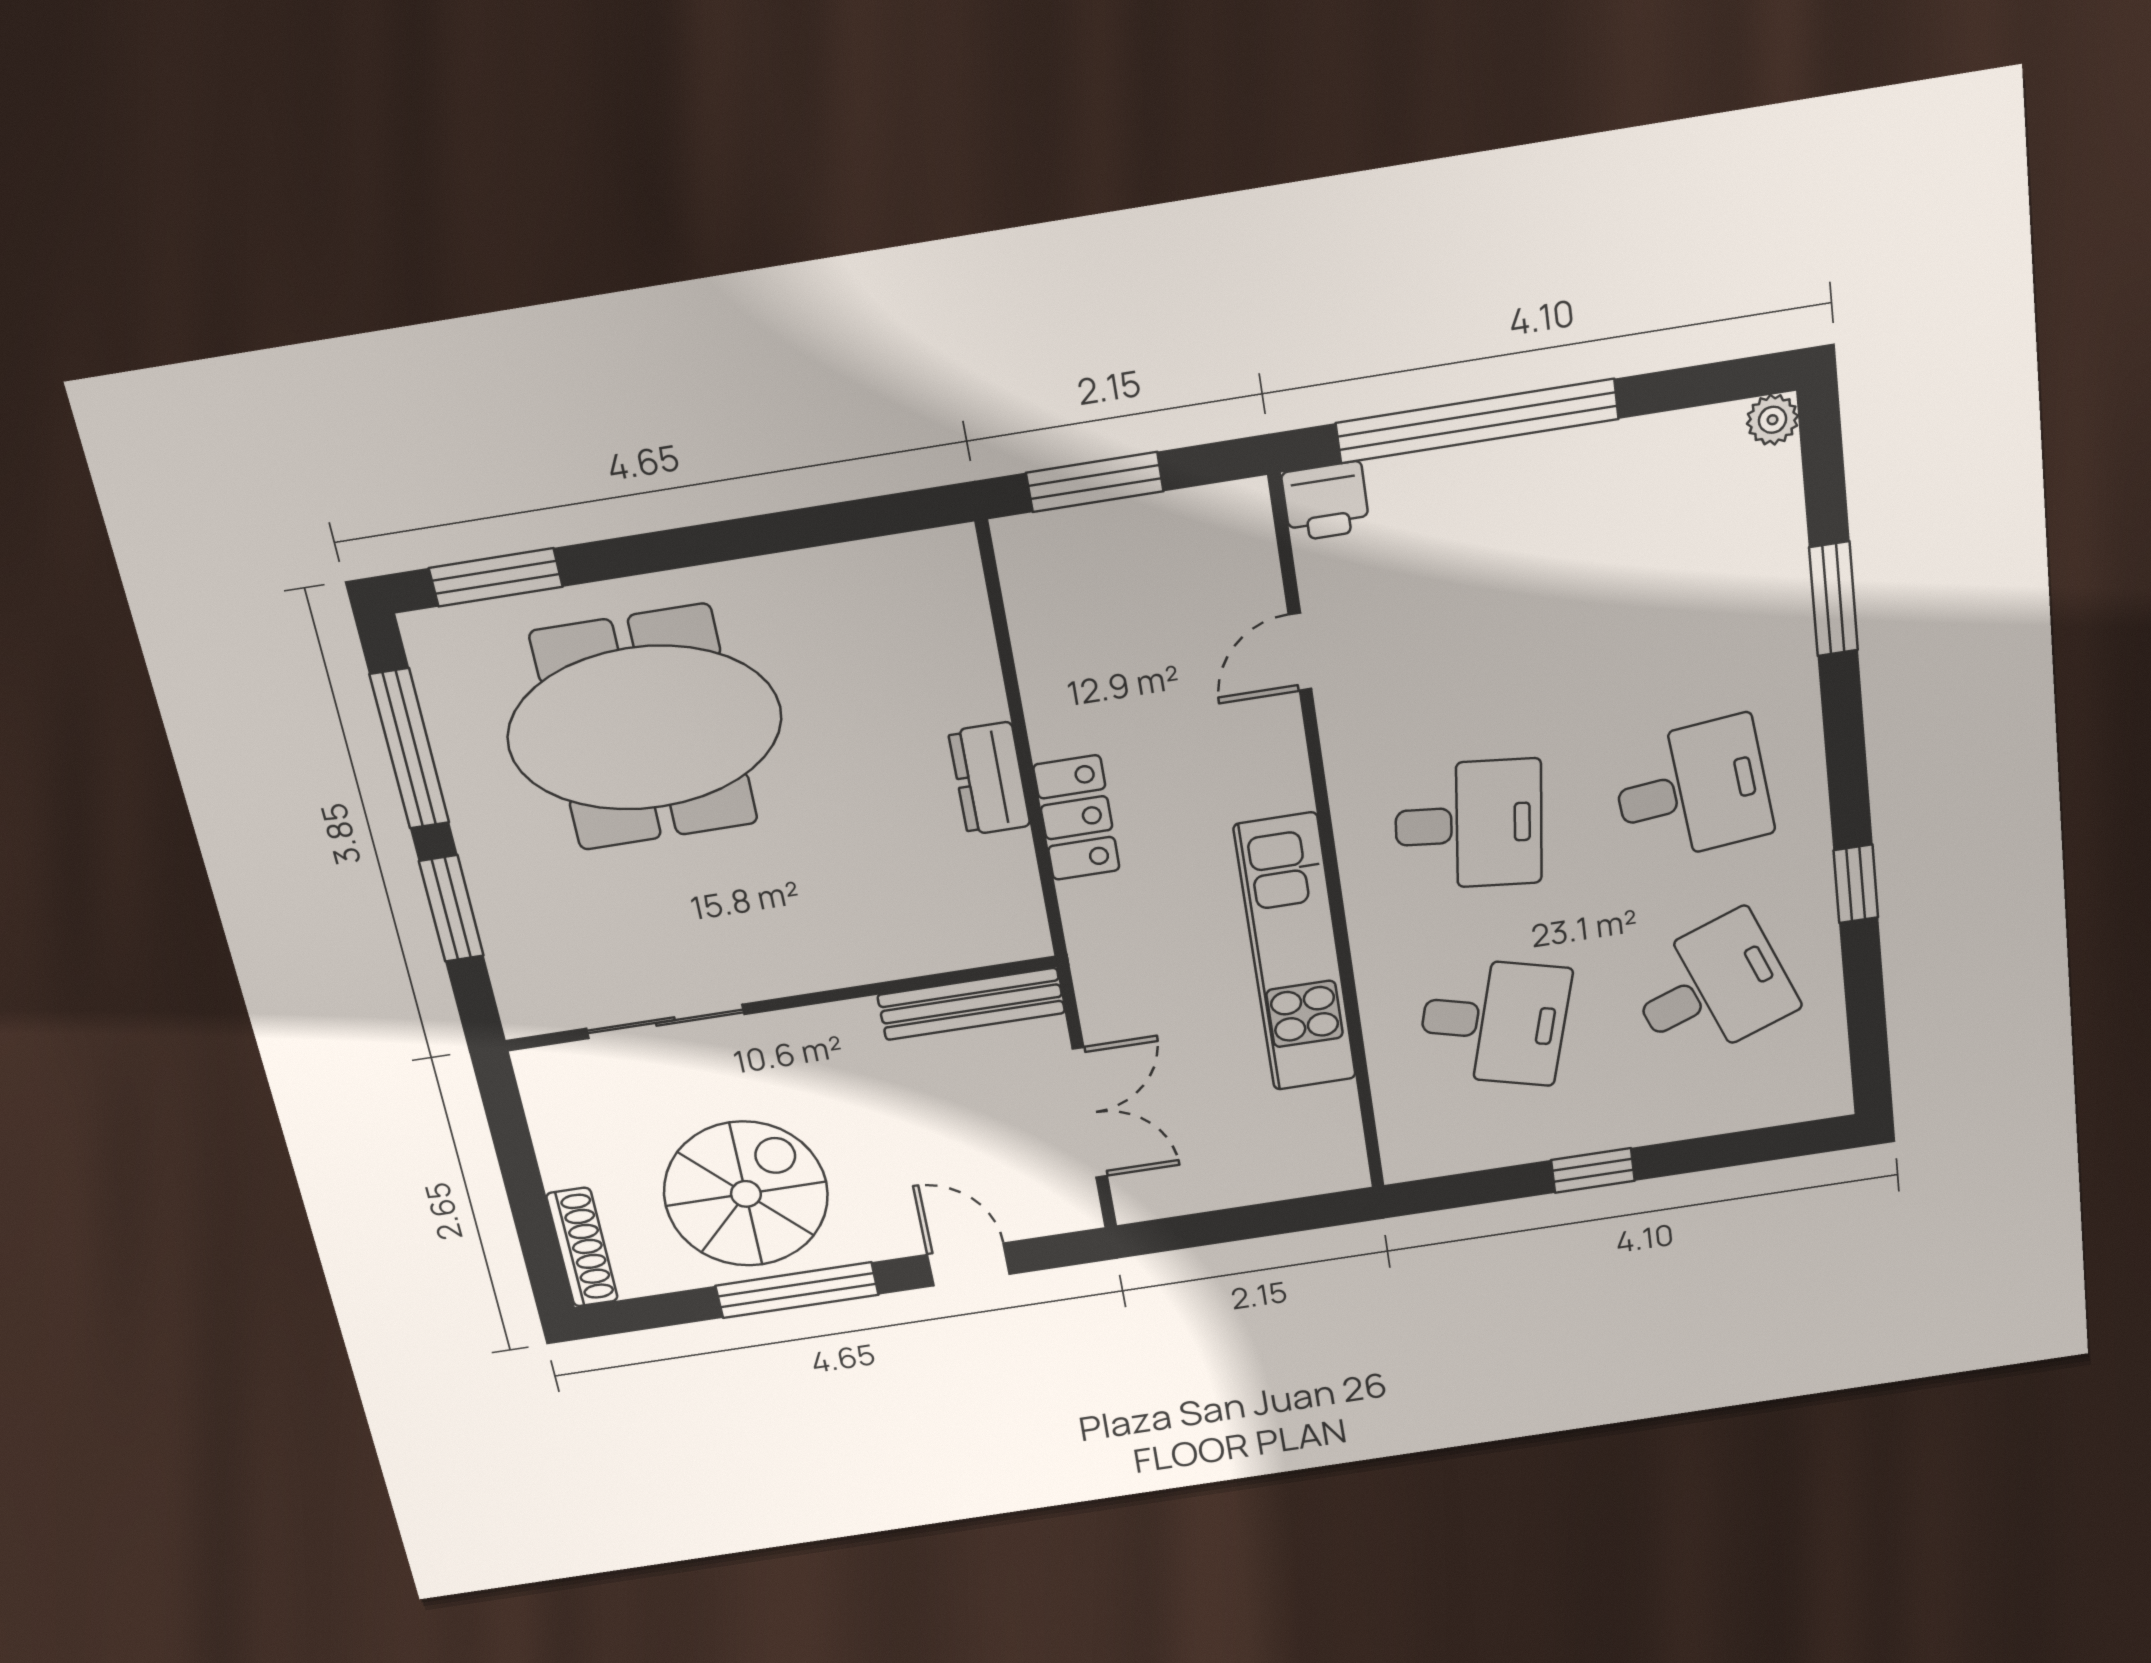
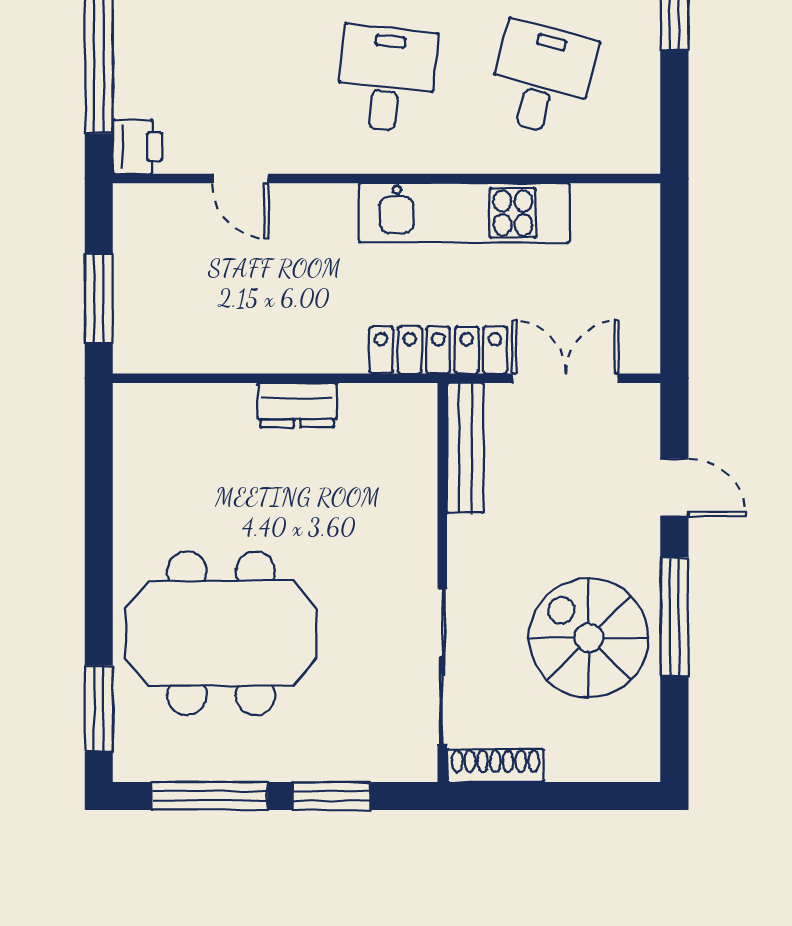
meeting table: (644, 728) -> (221, 633), turned 90
locker: (1077, 818) -> (438, 350), moved, width x1.53
sliding door: (665, 1021) -> (442, 666), width x1.37
shoe rack: (582, 1247) -> (495, 766), moved
door: (968, 1264) -> (674, 487), swing flipped

